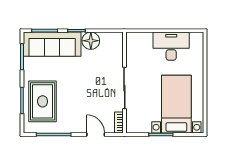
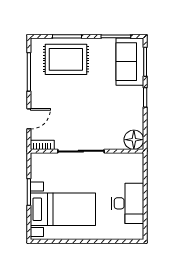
floor lamp: (91, 41) -> (134, 140), moved
sofa: (52, 44) -> (130, 62), width x0.73

